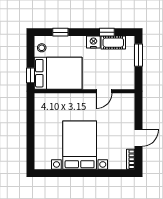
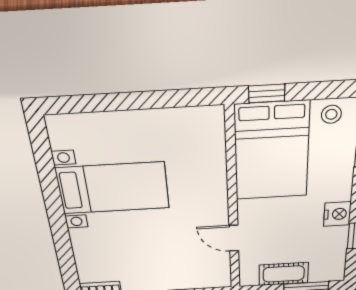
cot: (113, 43) -> (284, 274), moved, turned 90
bed with nightstands: (80, 145) -> (113, 188), width x0.73

